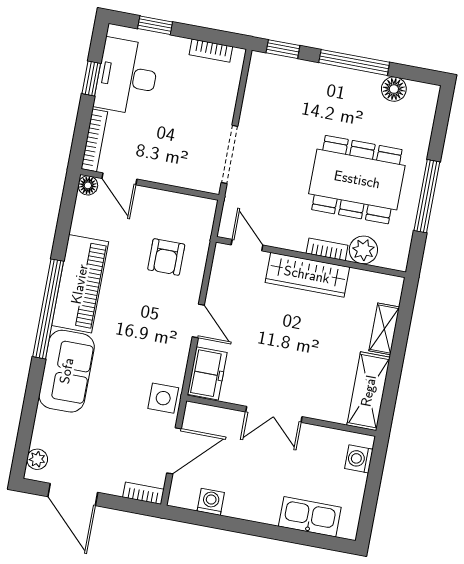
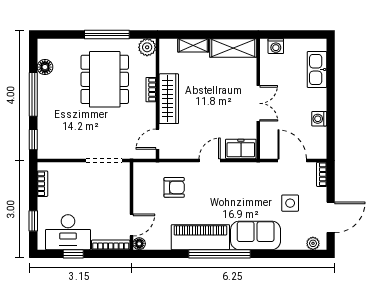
plant: (363, 250) -> (147, 47), moved
side table: (163, 398) -> (290, 203), moved
washing machine: (211, 502) -> (319, 119), moved

